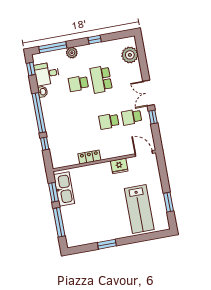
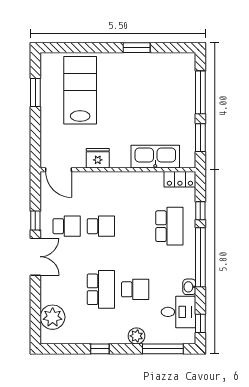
school desk: (63, 130) -> (169, 226), added
locker: (89, 157) -> (180, 179), moved
kitchen sink: (64, 189) -> (155, 157), moved, turned 90

